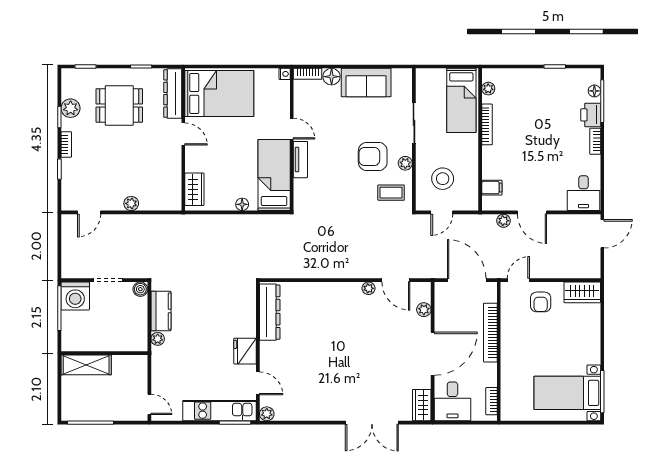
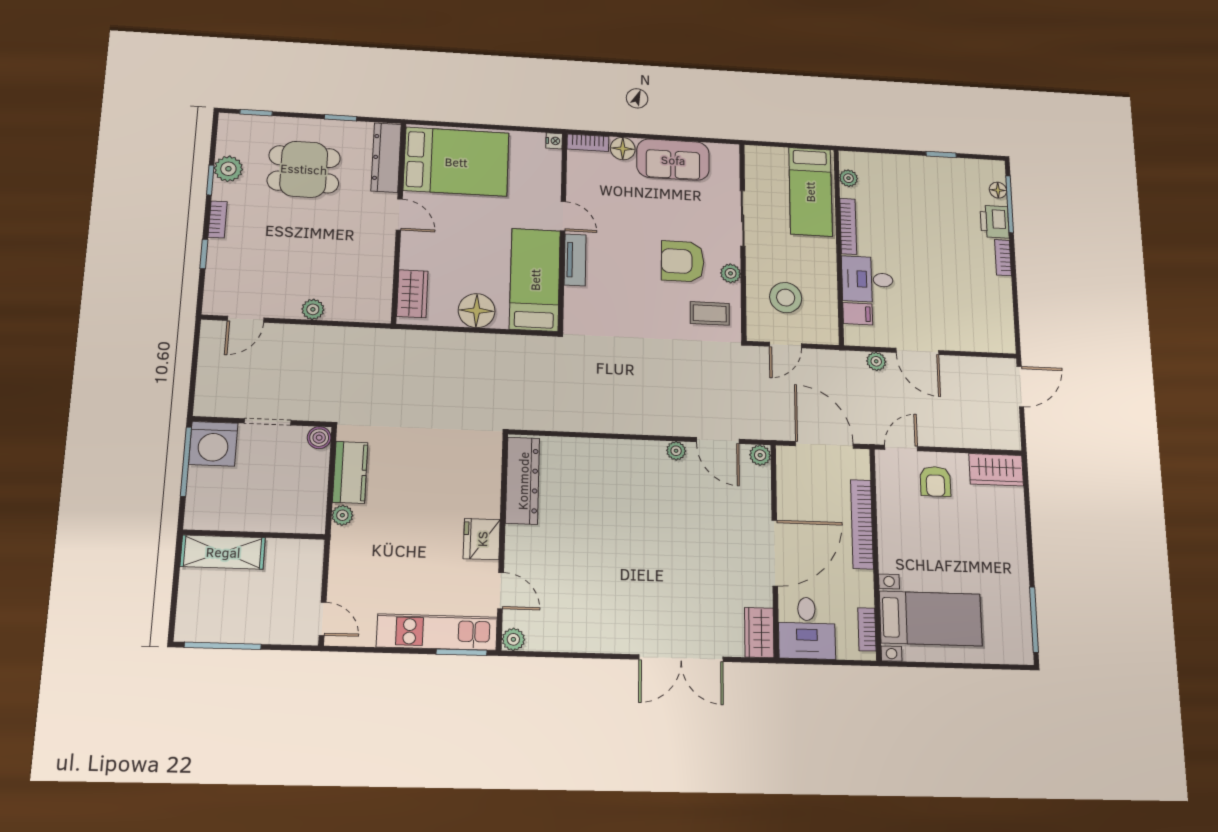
desk: (584, 193) -> (867, 279), moved, turned 90
floor lamp: (242, 204) -> (477, 311), width x1.89, depth x1.89
plant: (424, 310) -> (760, 455), moved
bed with nightstands: (567, 393) -> (931, 619), moved, turned 180

